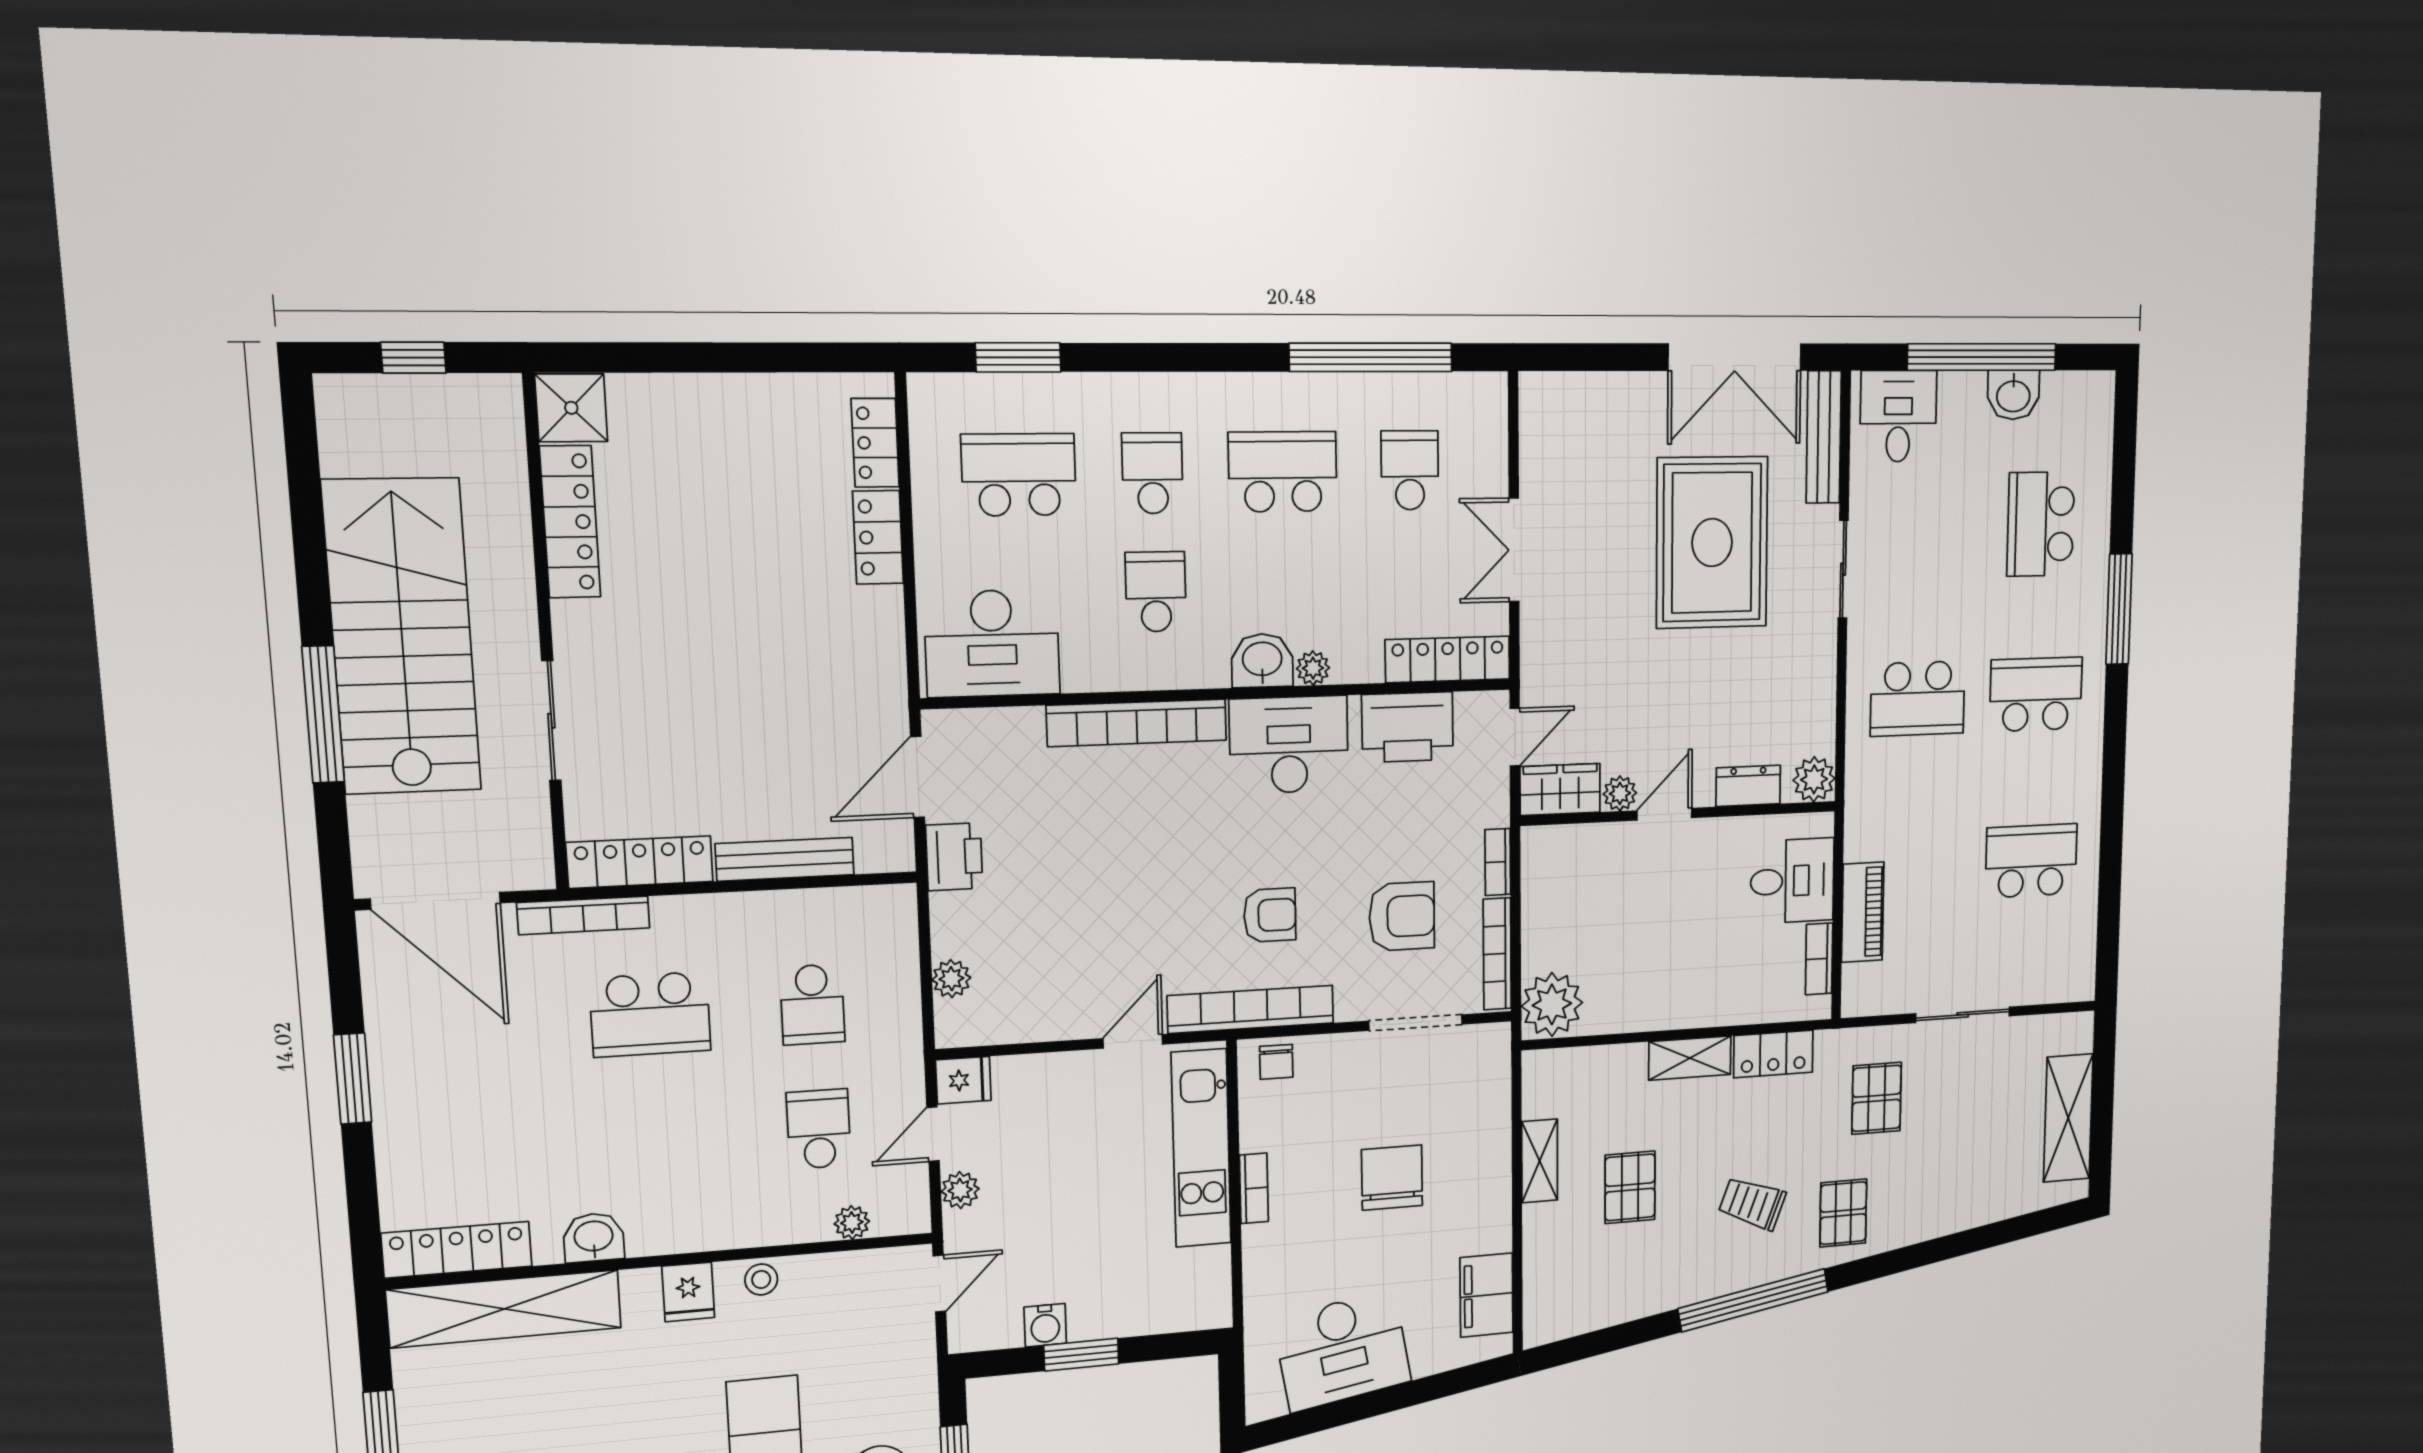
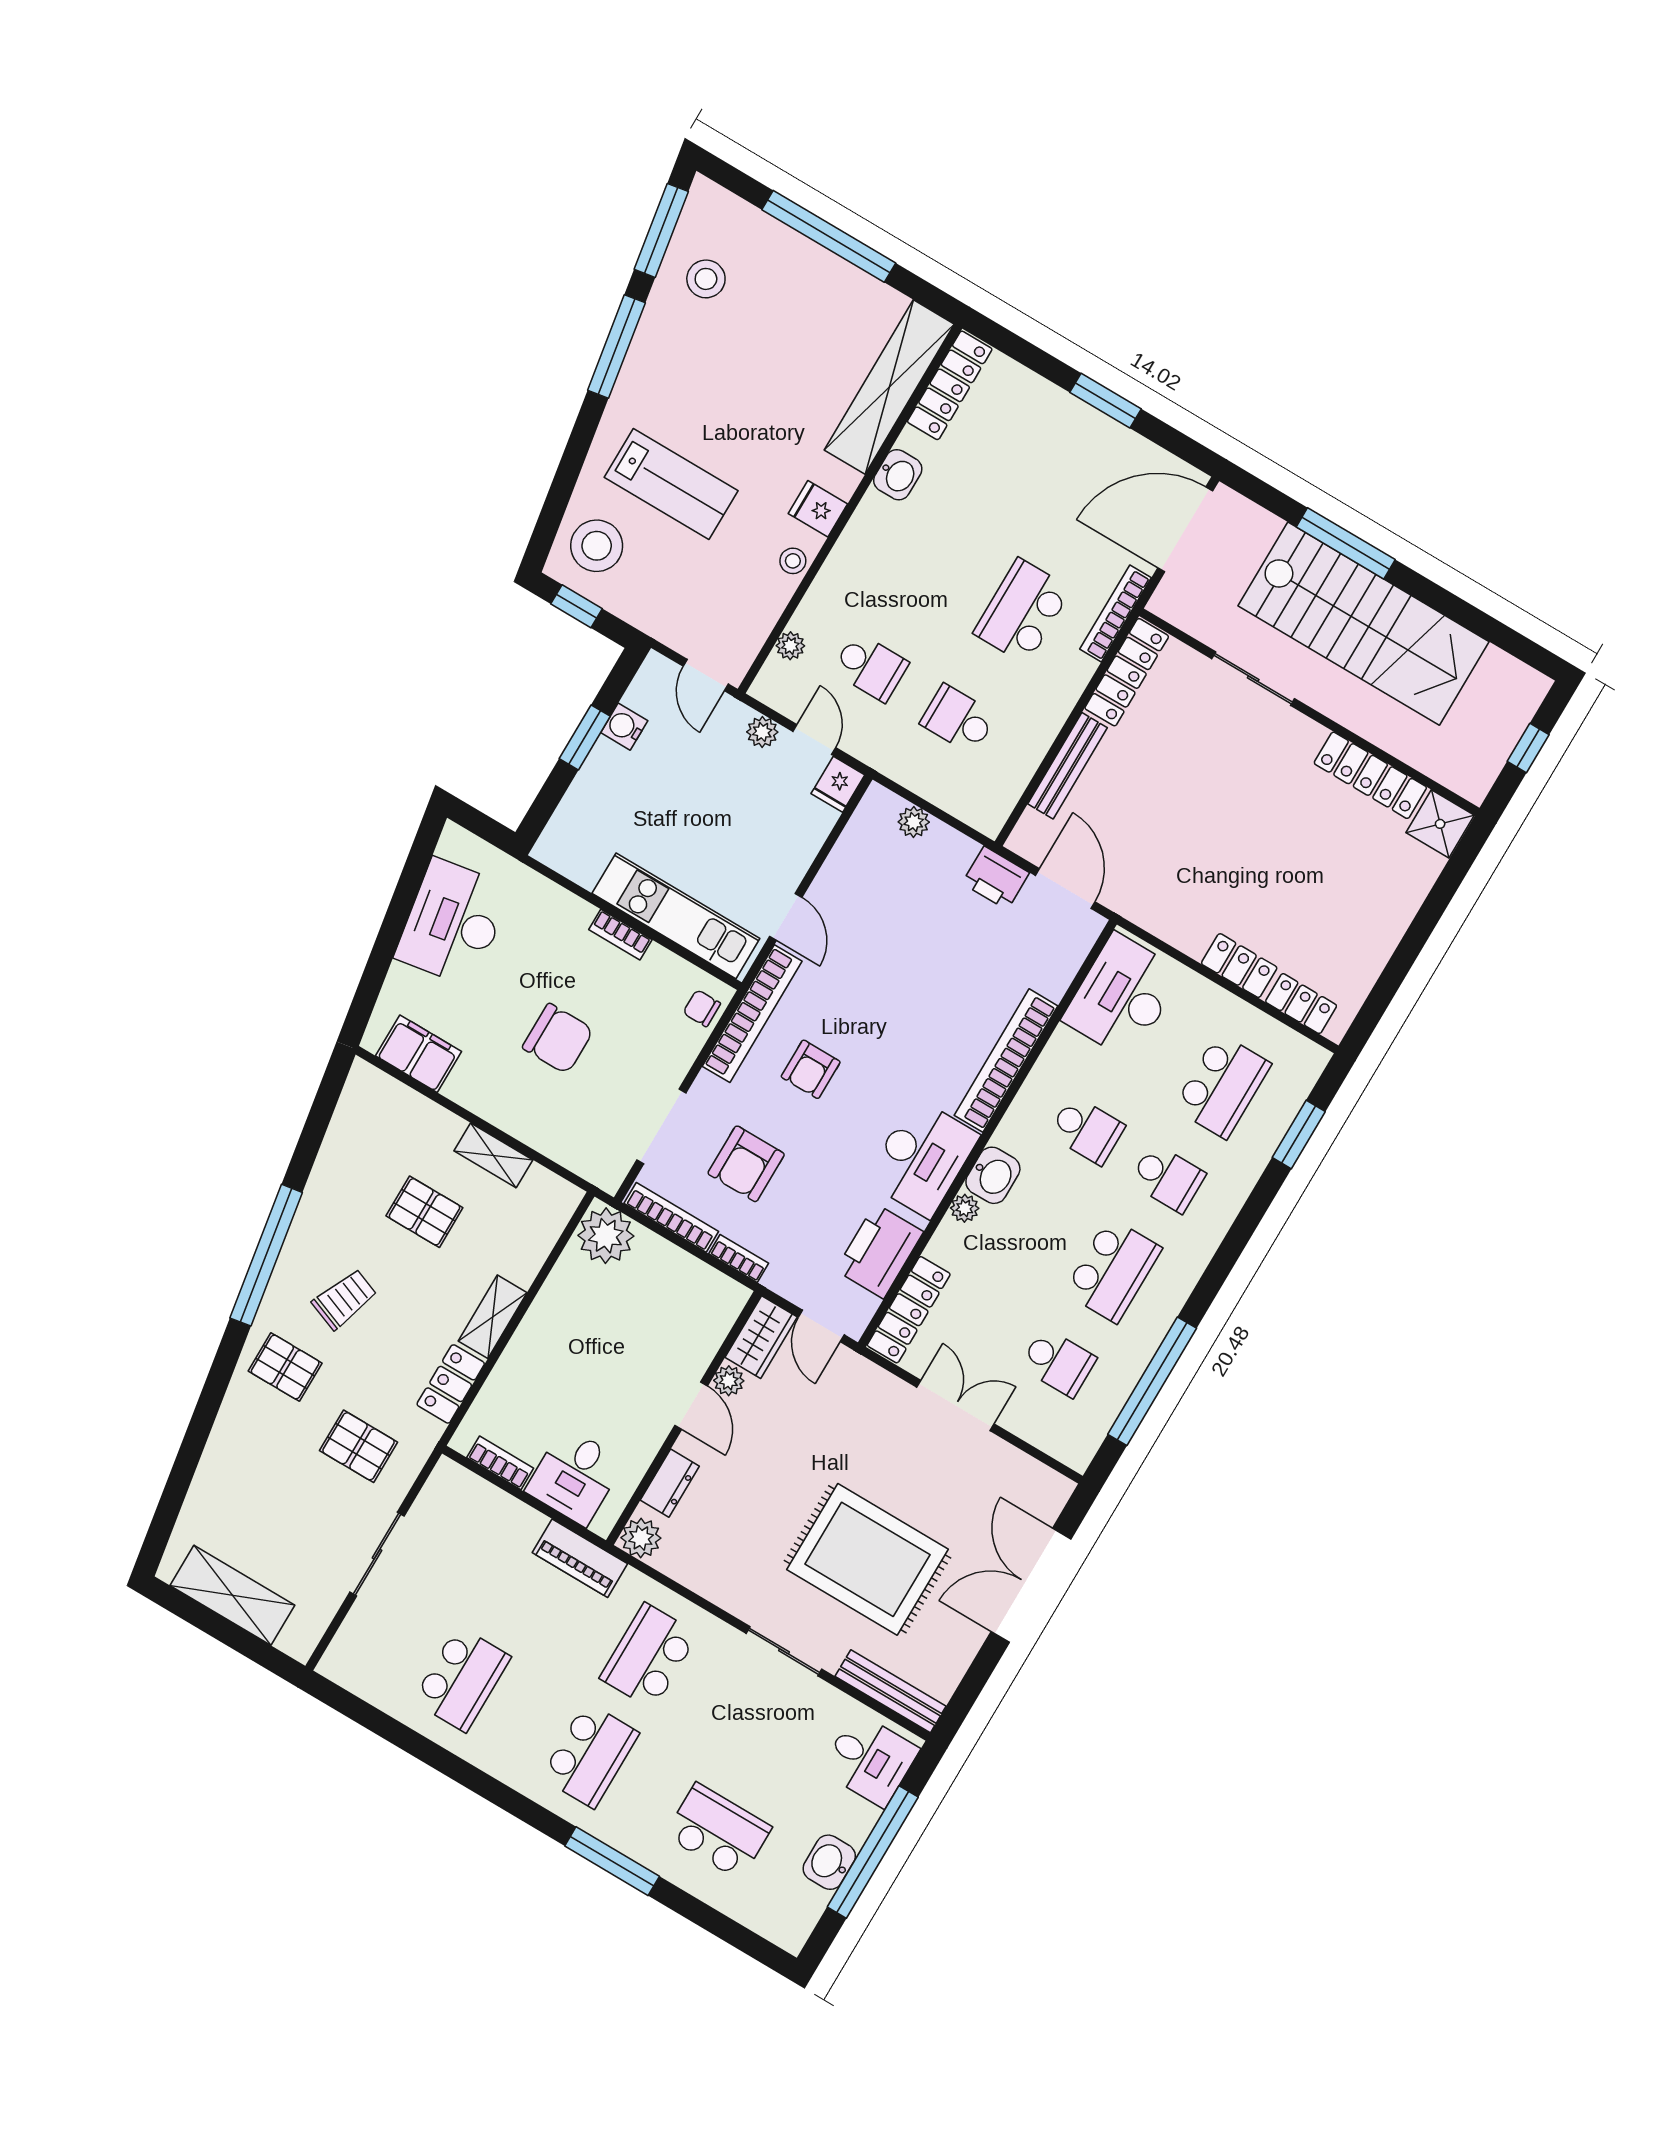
double door: (1735, 357) -> (1031, 1585), moved
piano: (1863, 912) -> (580, 1558), moved

